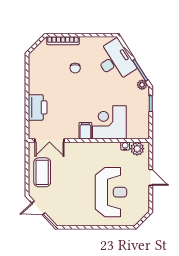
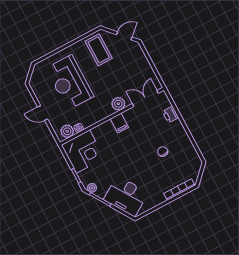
chair: (75, 68) -> (163, 152), moved
printer: (38, 107) -> (170, 115), width x0.53, depth x0.68
corner desk: (109, 122) -> (83, 152), moved
plant: (77, 149) -> (118, 104), added
coffee table: (42, 172) -> (99, 50), moved

